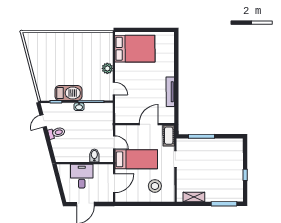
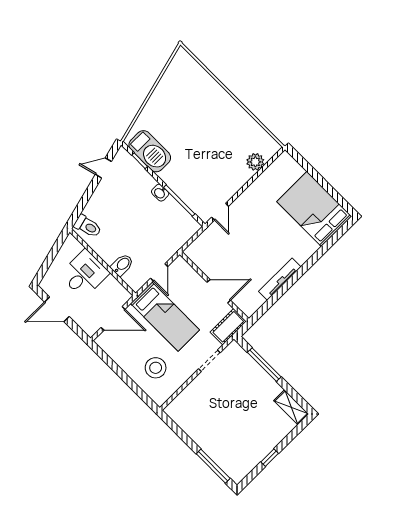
bed: (135, 49) -> (314, 209), moved, turned 180
plant: (107, 68) -> (255, 162), moved
barbecue: (69, 93) -> (150, 151), moved
toilet: (57, 133) -> (88, 226), moved
shelving: (194, 197) -> (291, 407), moved

